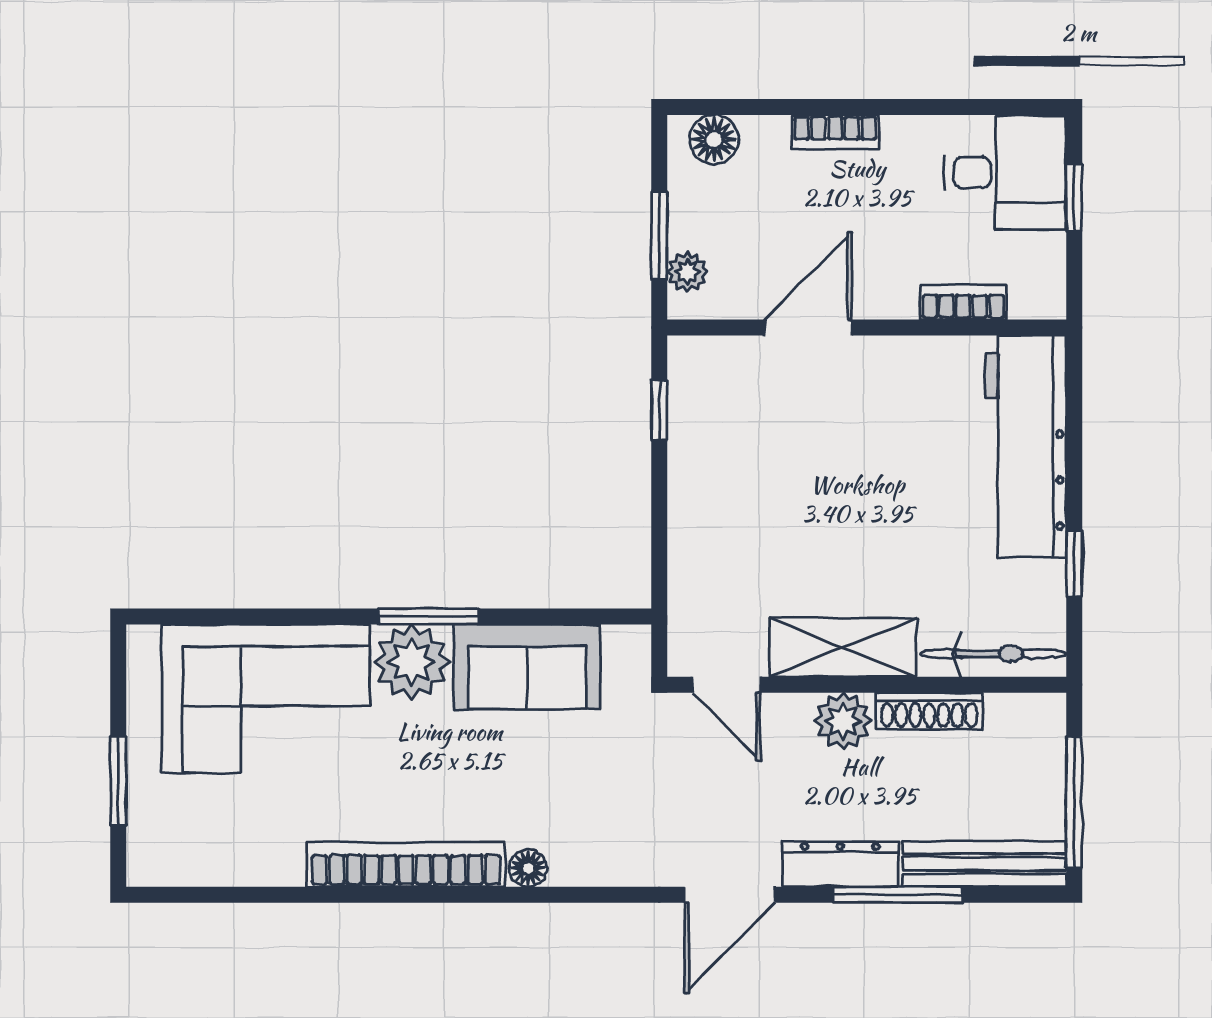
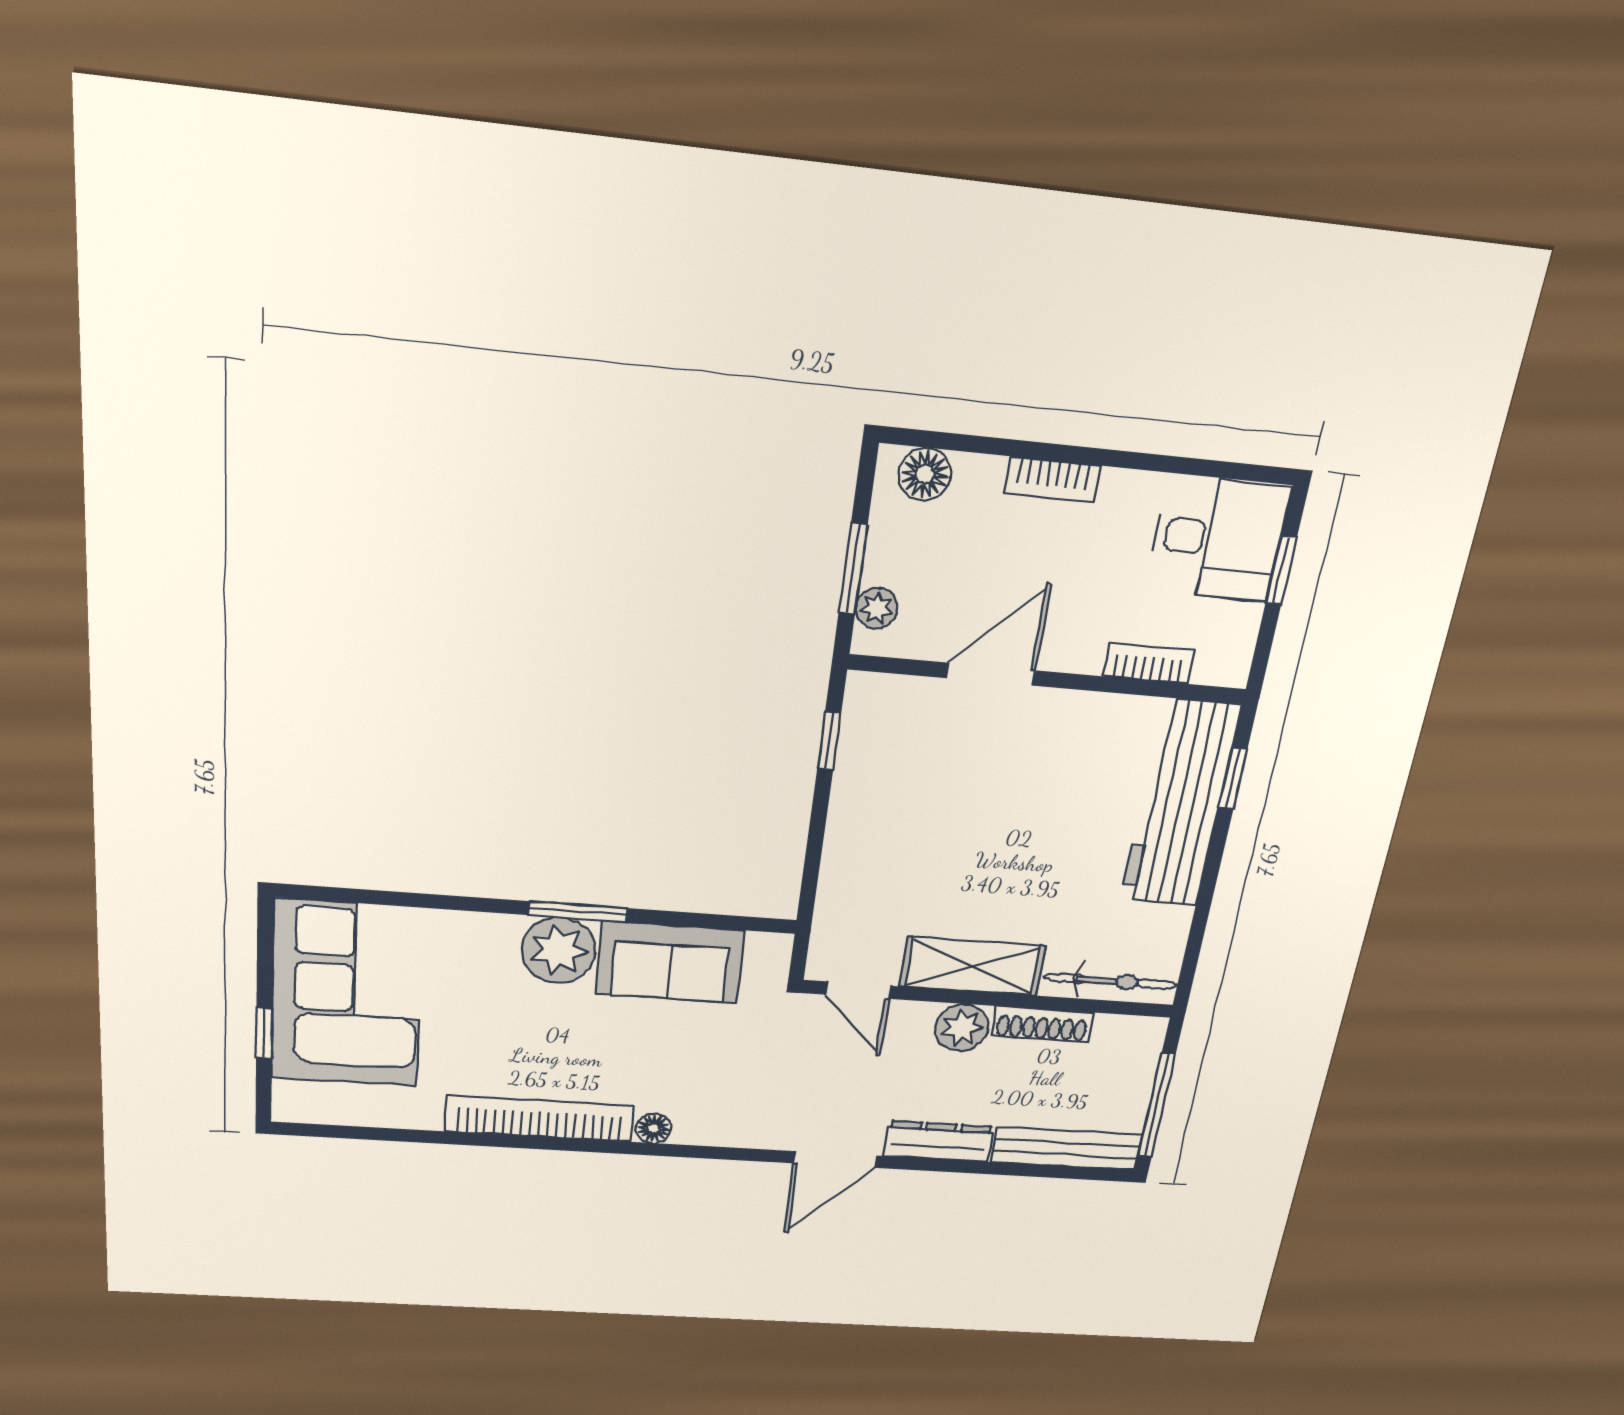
window: (1074, 564) -> (1233, 778), moved
corner sofa: (266, 699) -> (347, 994), moved, turned -90
window: (118, 781) -> (264, 1033), width x0.67
window: (897, 895) -> (985, 1168), removed

